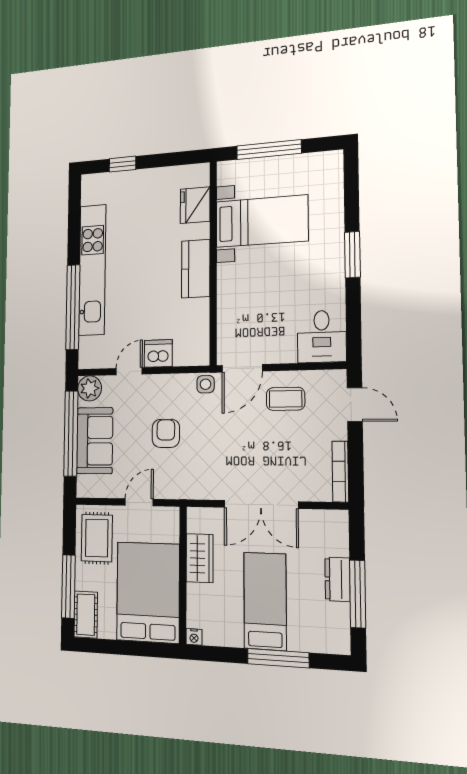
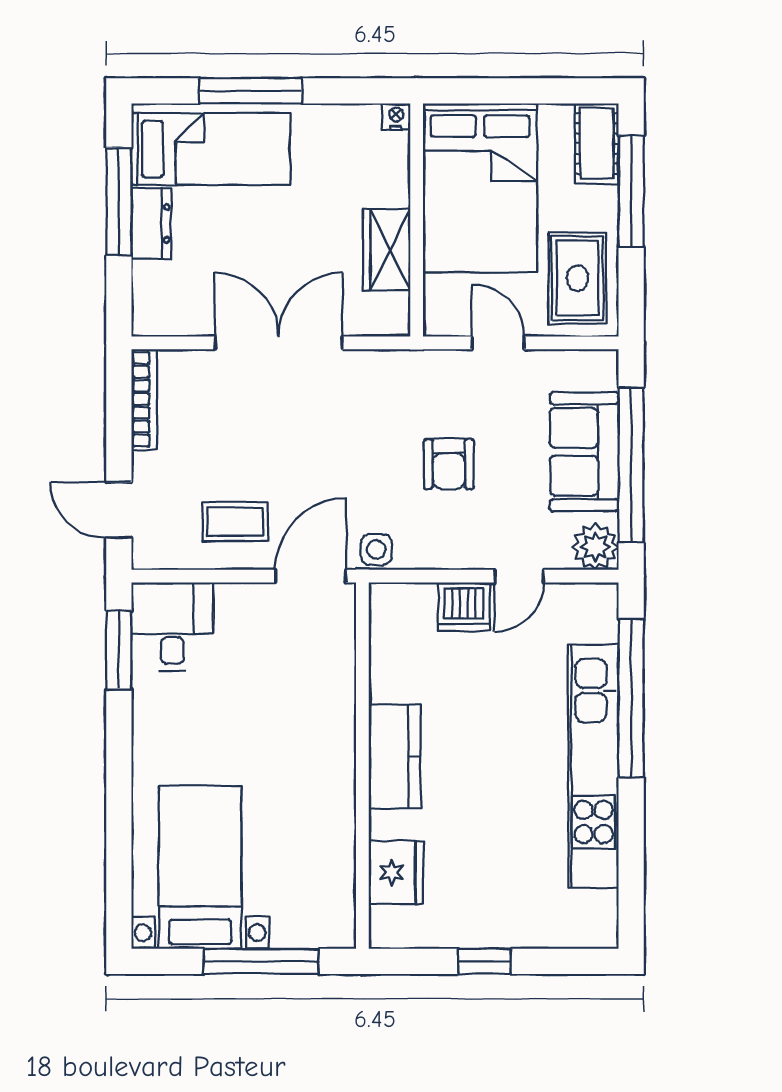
window: (122, 164) -> (484, 961), moved
bed with nightstands: (262, 221) -> (200, 867), moved, turned 90
window: (352, 255) -> (119, 650), moved
door: (139, 502) -> (498, 343), swing flipped
bed: (265, 601) -> (211, 149), moved, turned -90

